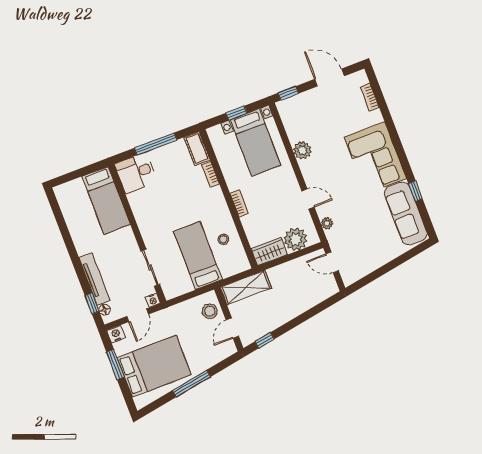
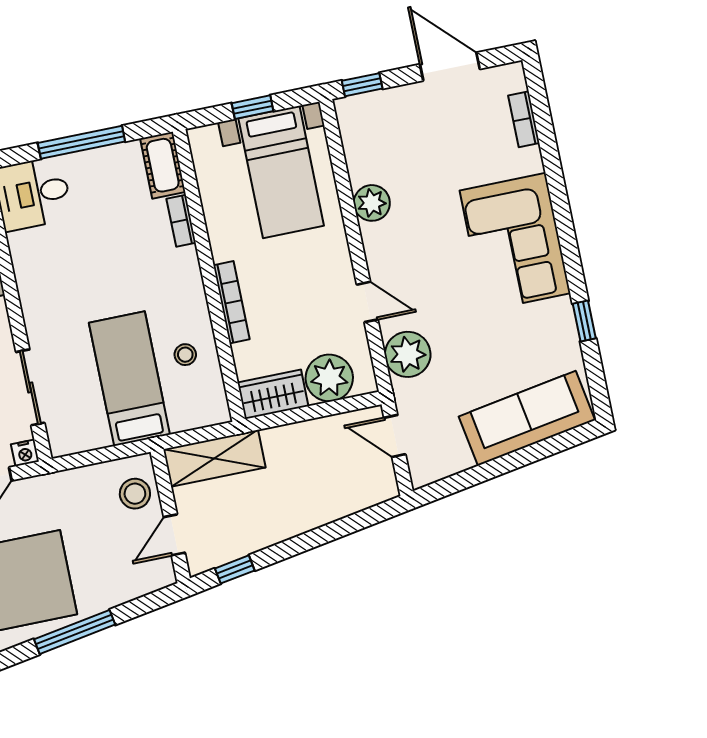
bookcase: (239, 203) -> (231, 302), width x1.56
sofa: (406, 213) -> (527, 418), moved, turned 80
plant: (327, 223) -> (408, 354), width x1.88, depth x1.88

